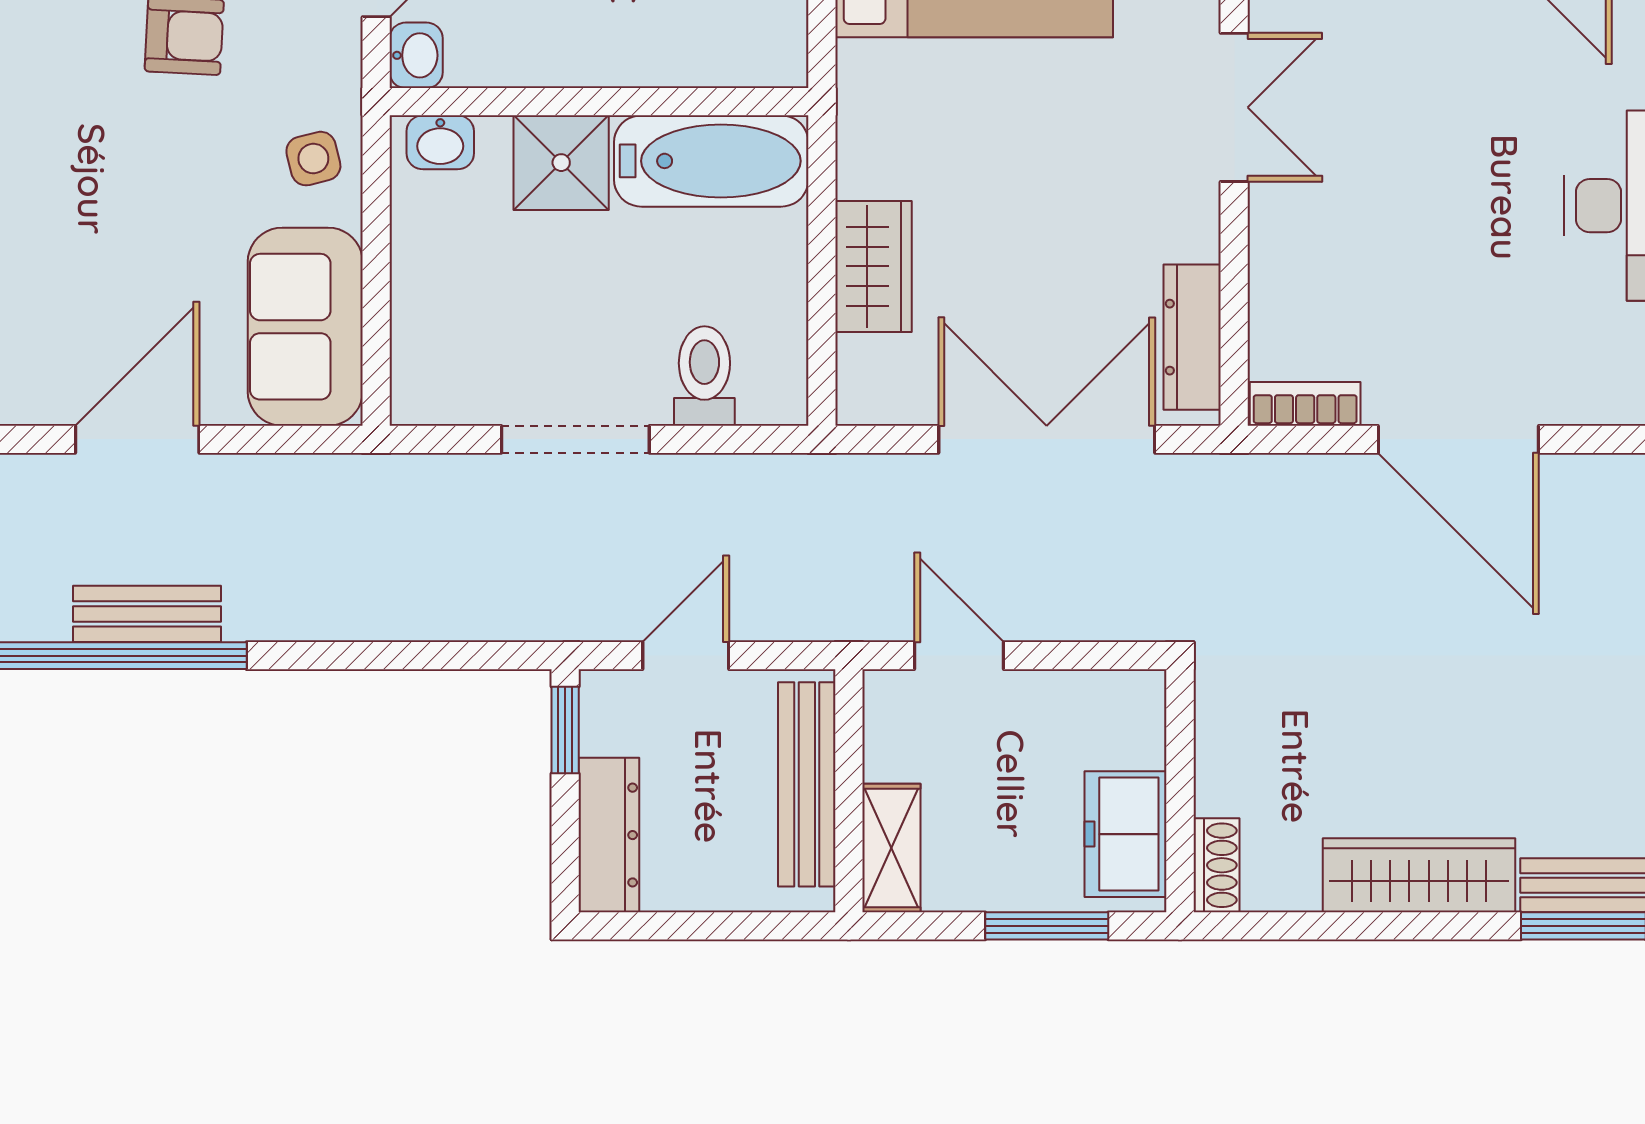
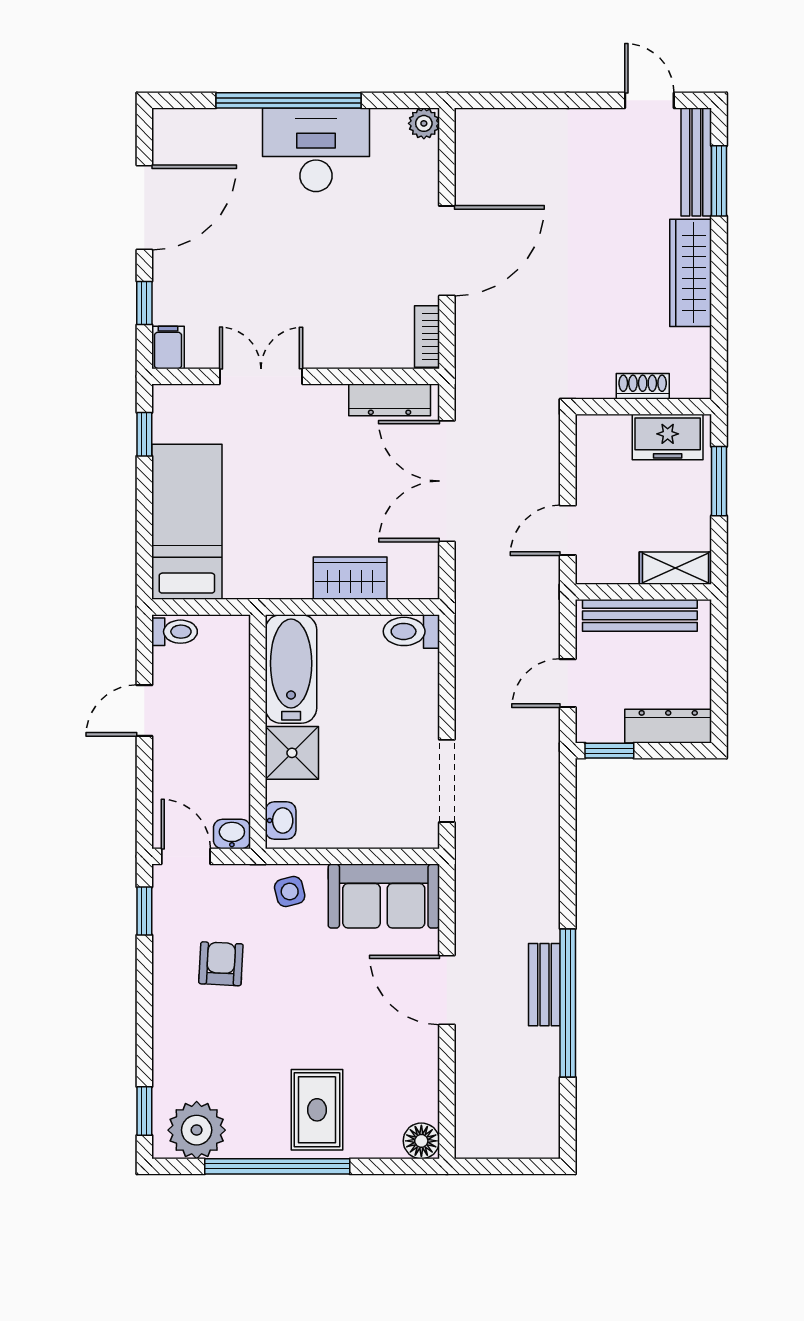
toilet: (704, 376) -> (411, 631), moved
doorway: (575, 439) -> (447, 781), moved
door: (686, 656) -> (568, 683), hinge flipped
shoe rack: (1216, 865) -> (643, 386), moved

